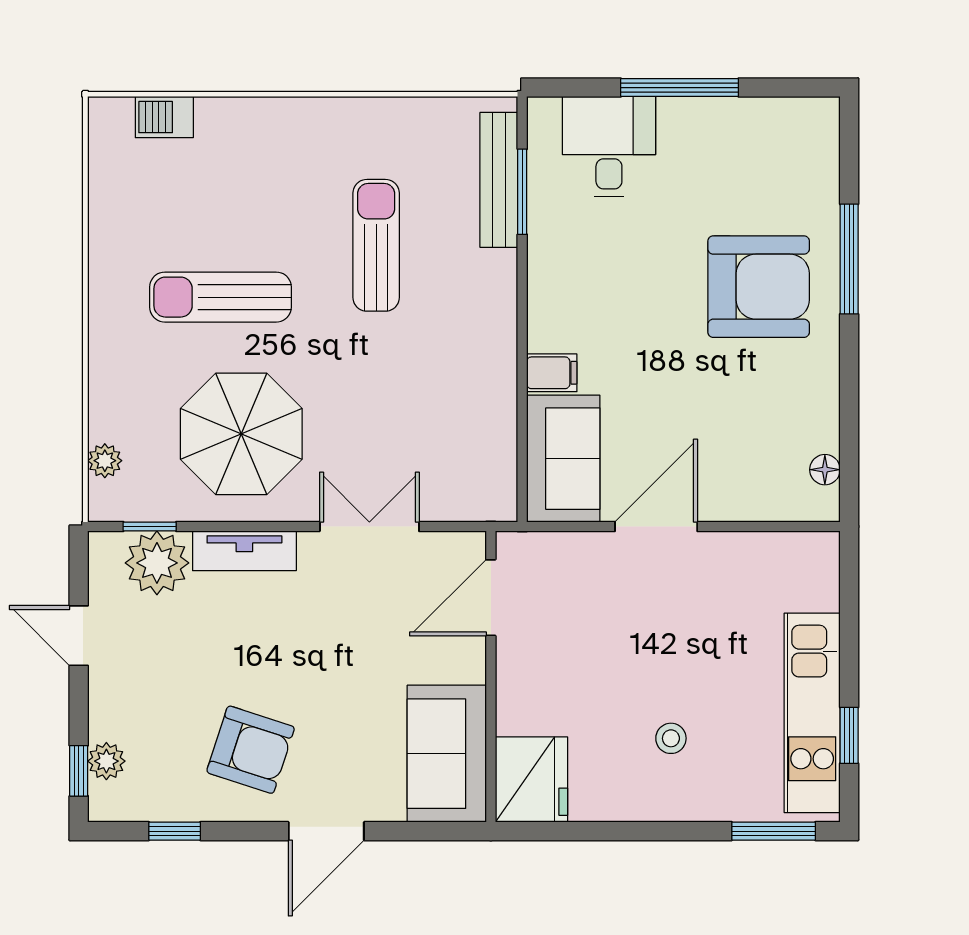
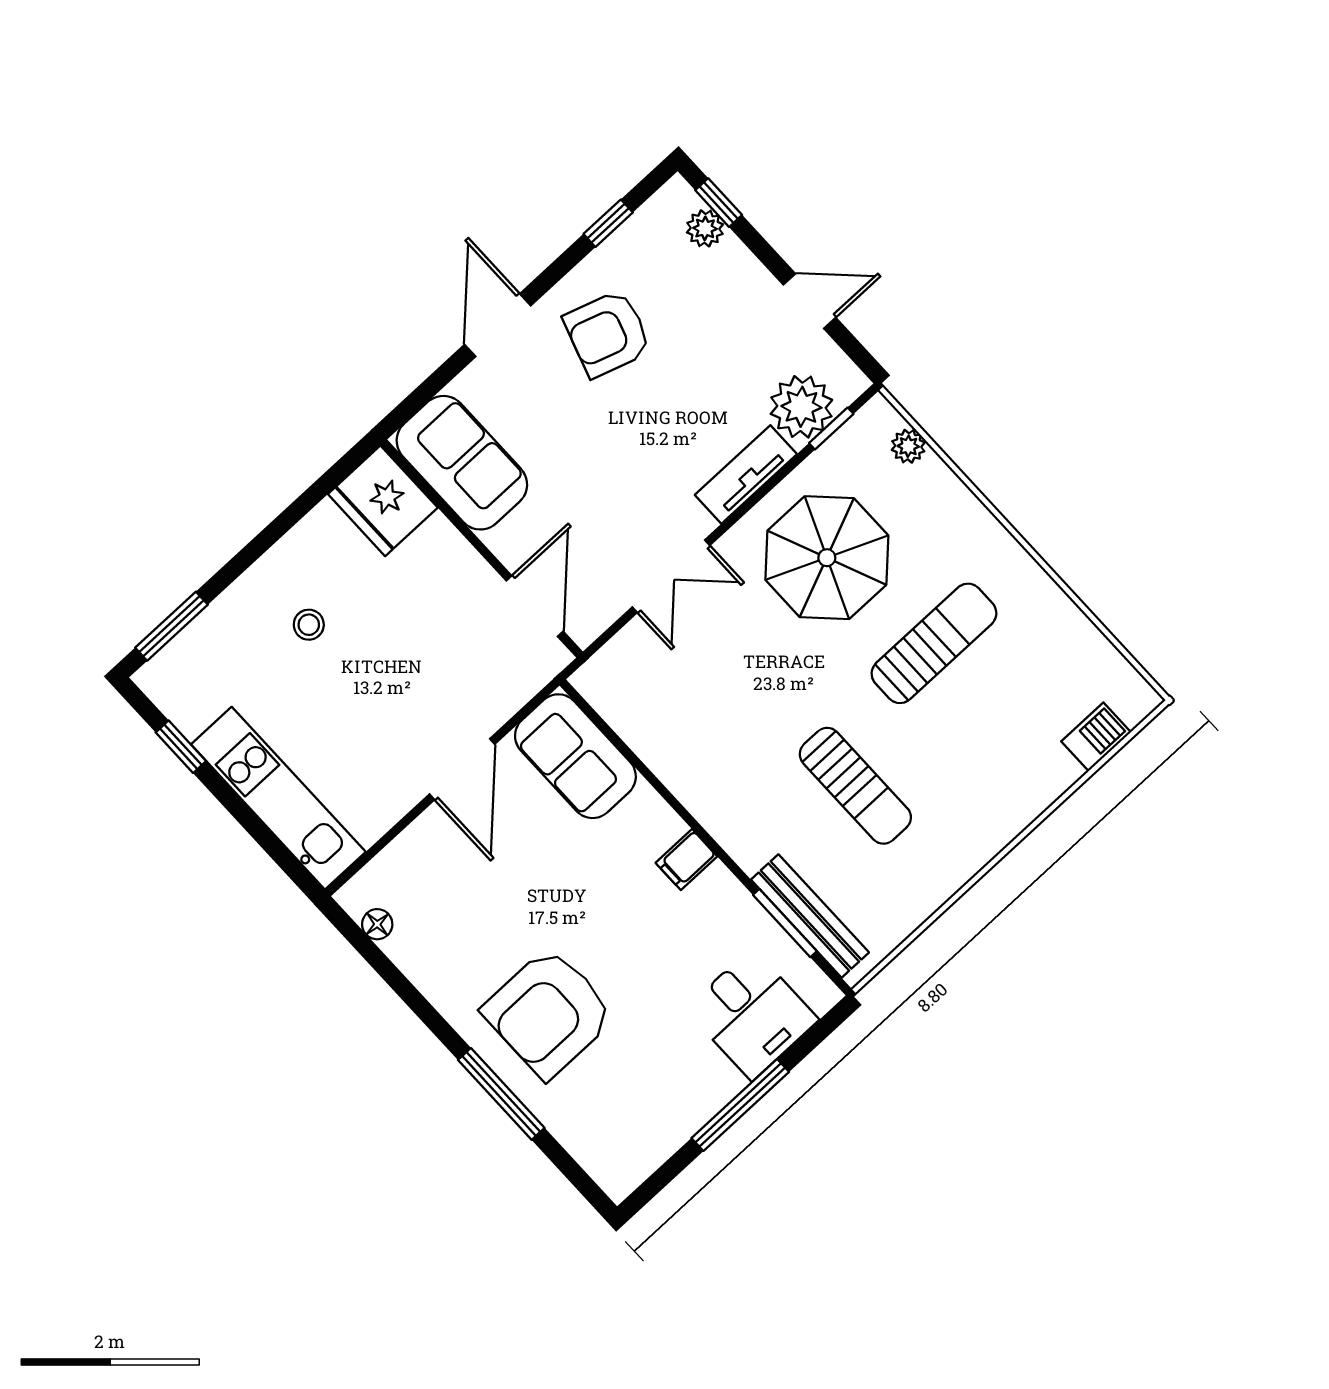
filing cabinet: (552, 373) -> (686, 860), moved
kitchen unit: (812, 713) -> (278, 798), moved

